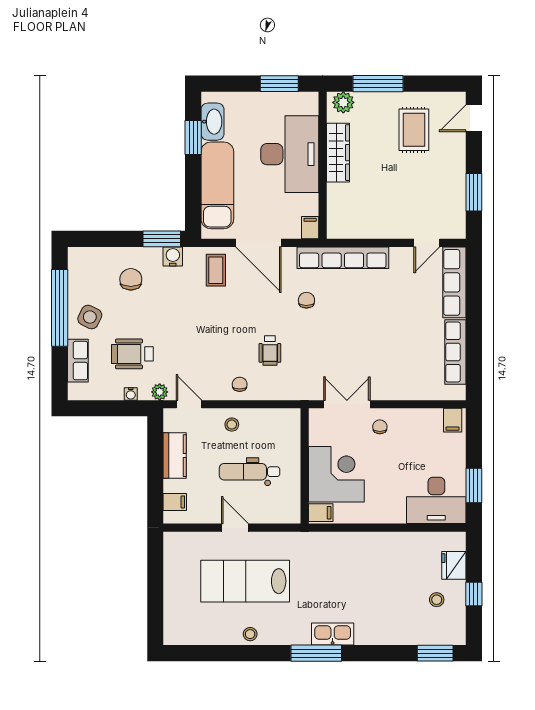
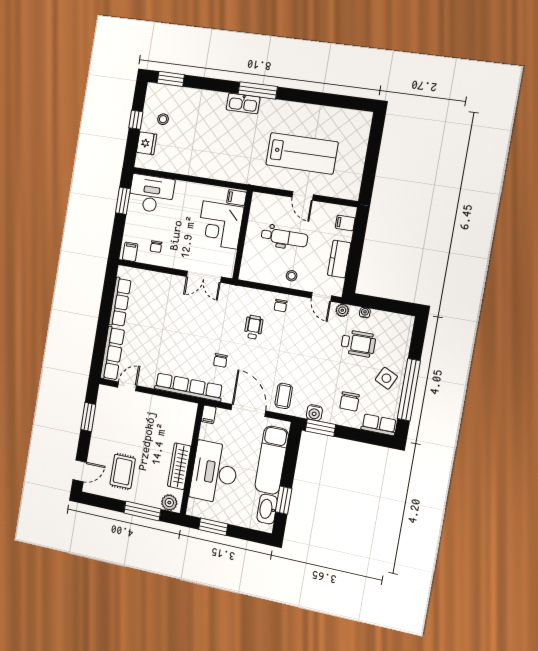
row of seats: (78, 361) -> (379, 425), moved, turned 90
chair: (380, 427) -> (156, 247), moved
stool: (250, 634) -> (305, 112), removed

